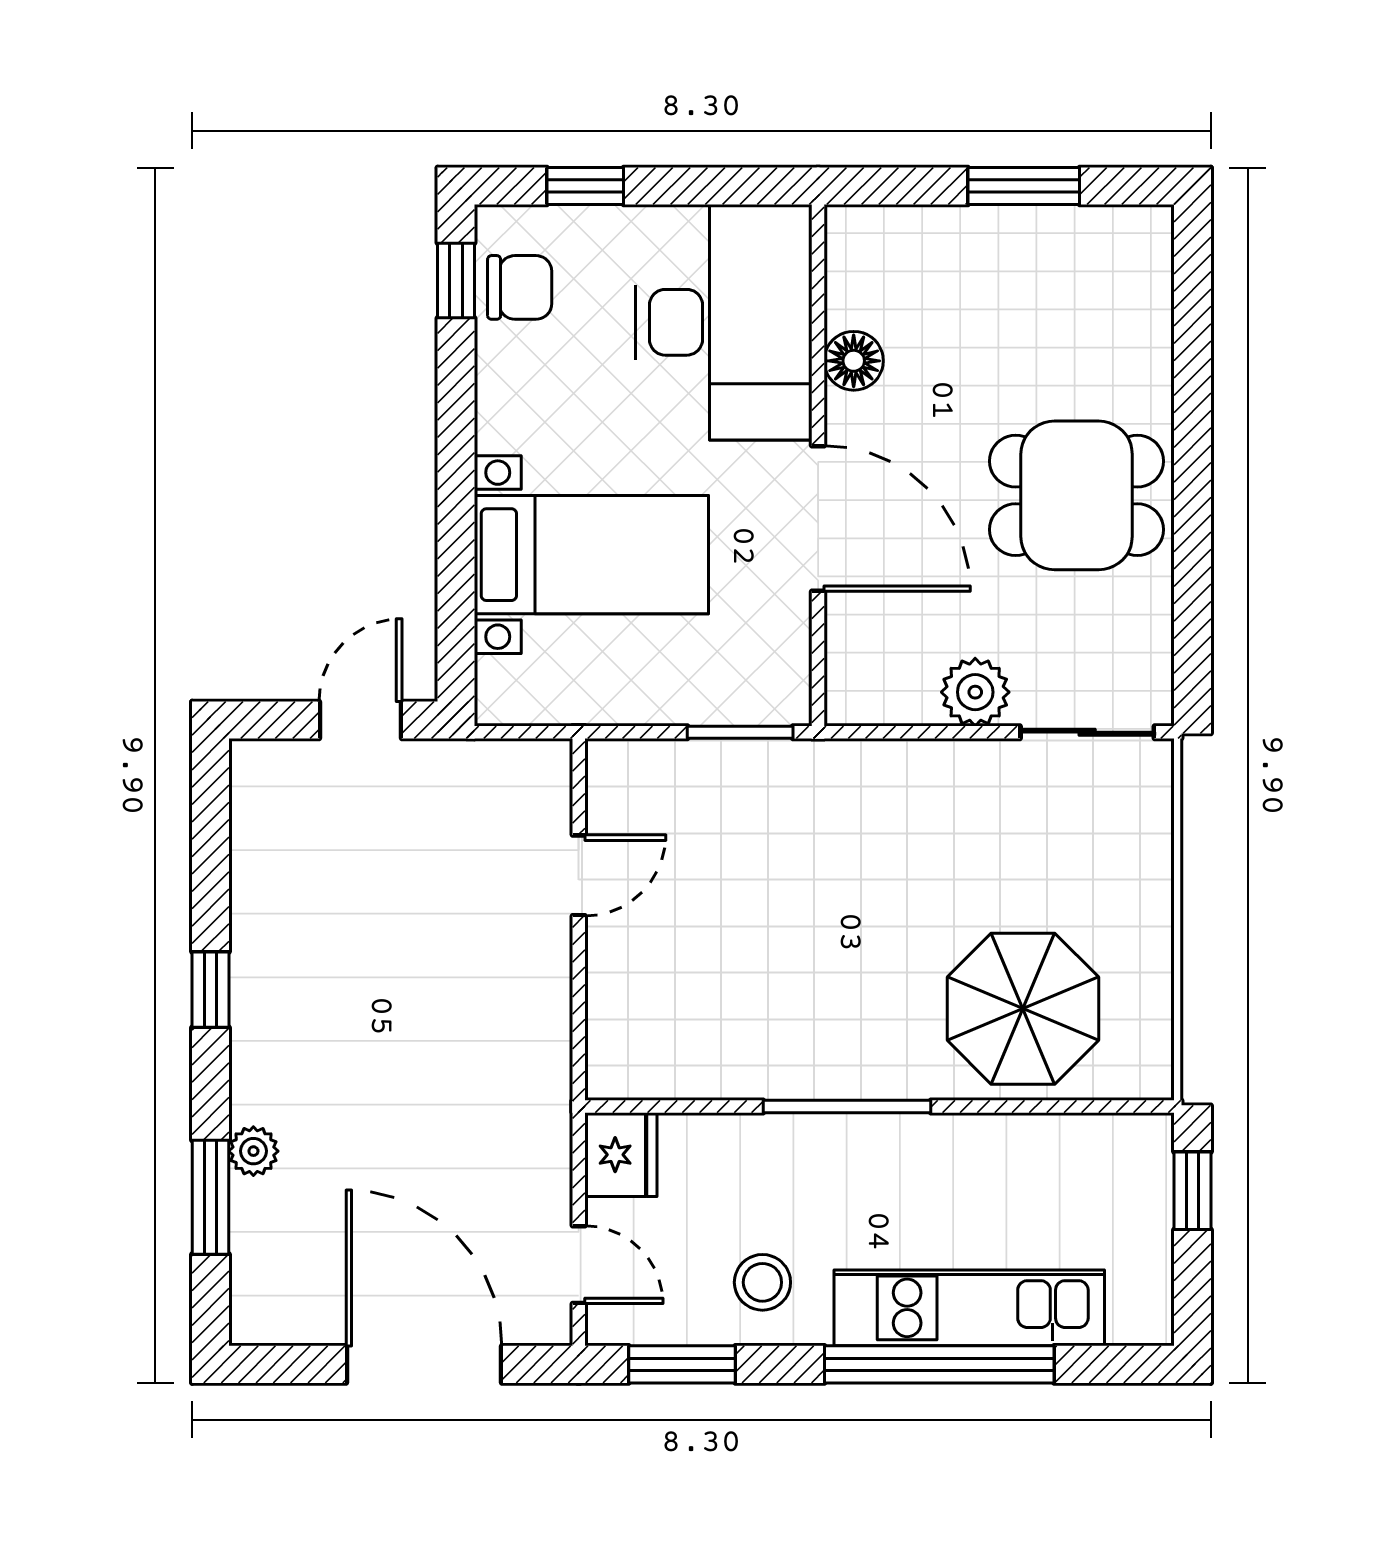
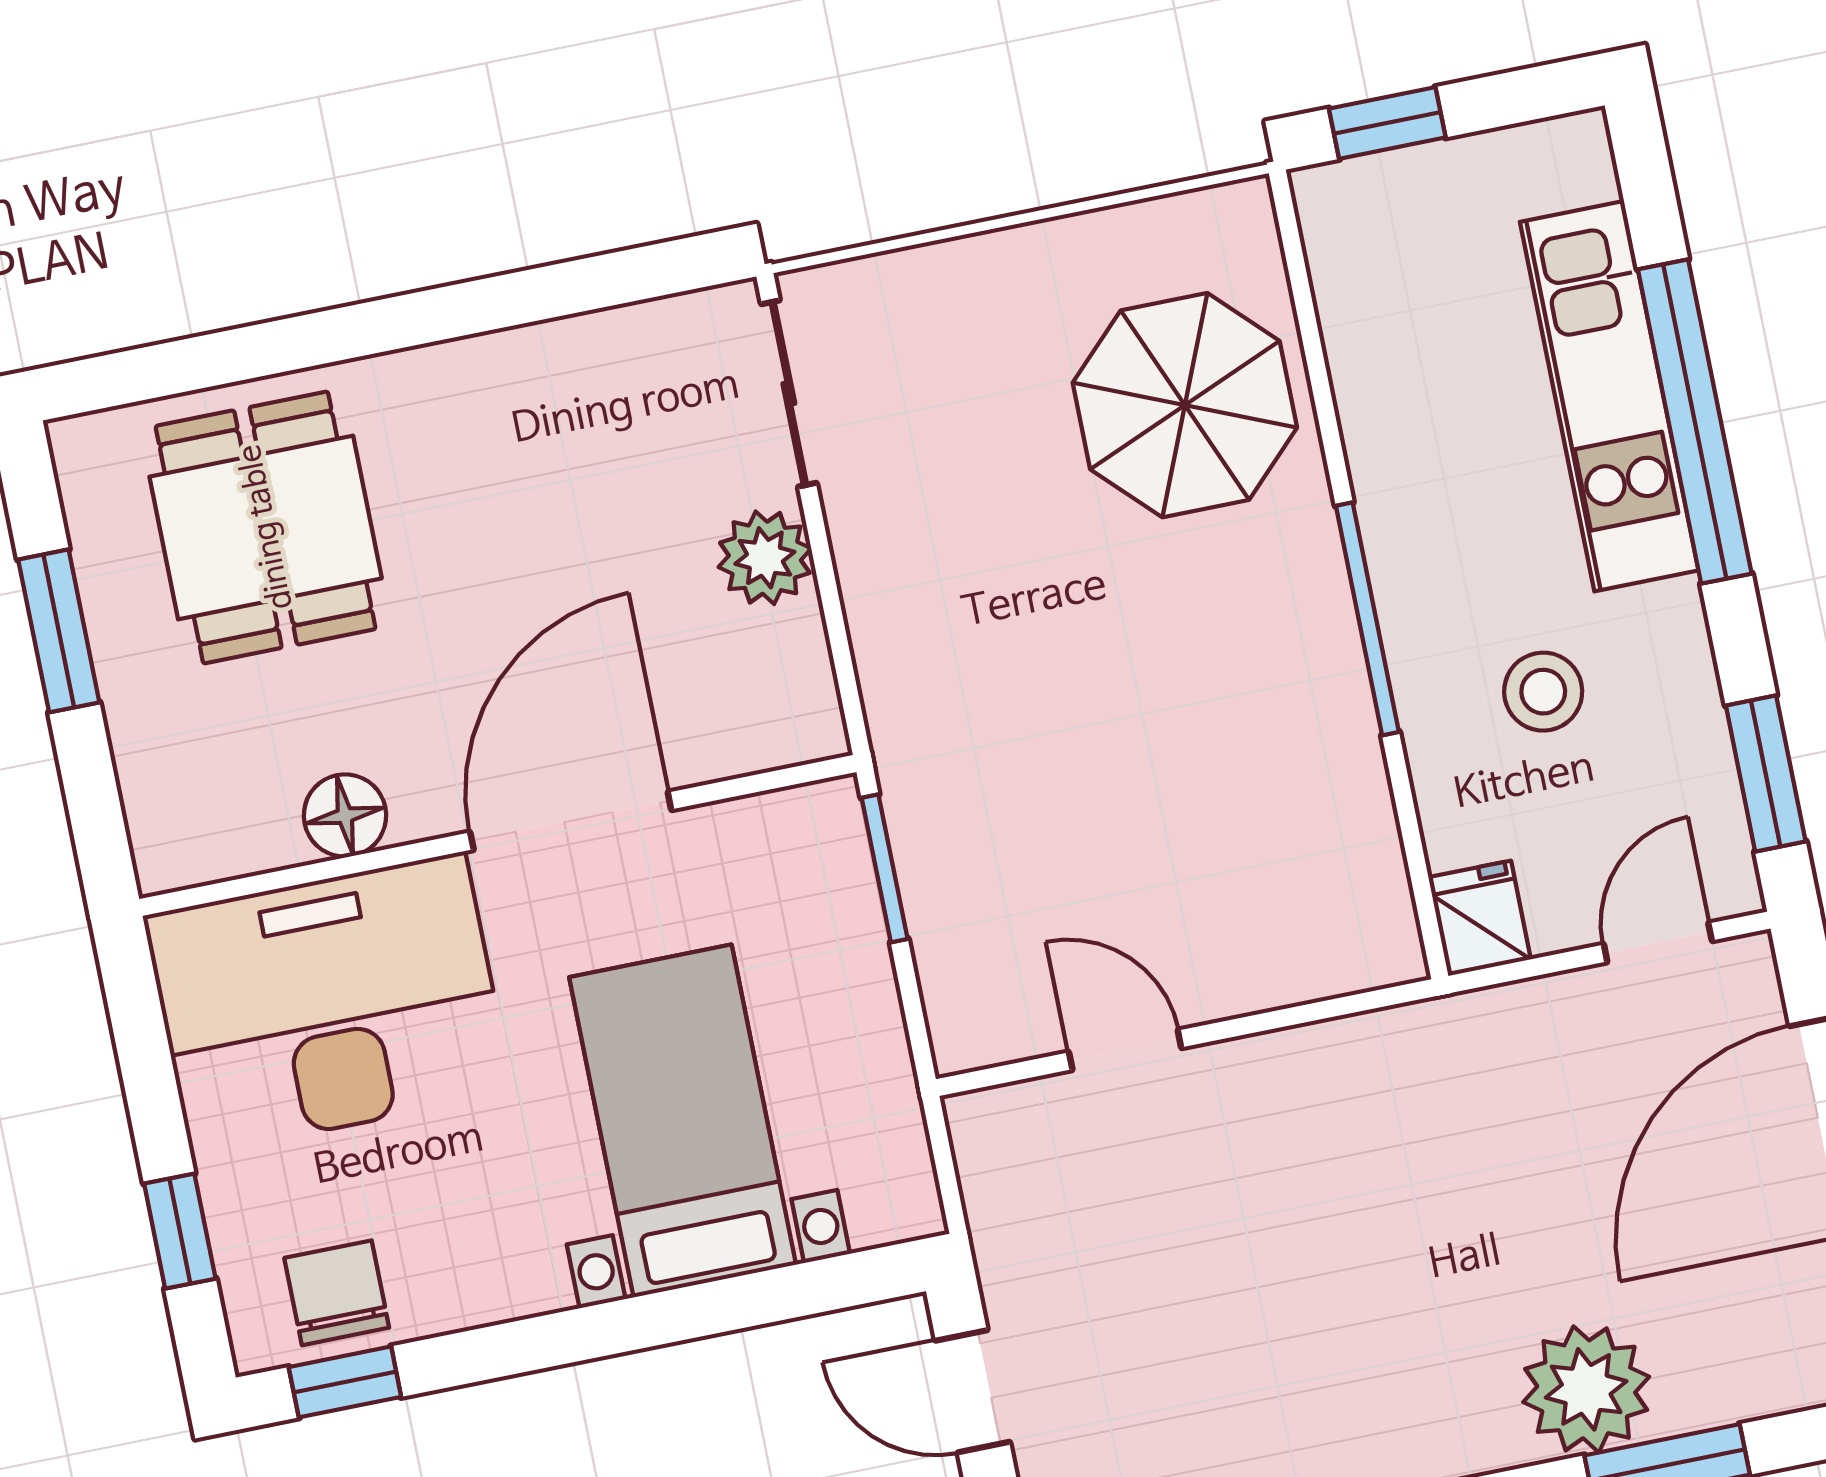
dining table: (1077, 495) -> (266, 527), moved
plant: (253, 1151) -> (1586, 1389), width x1.88, depth x1.88
fridge: (621, 1155) -> (1480, 918), width x0.72
stool: (762, 1282) -> (1543, 692), moved

